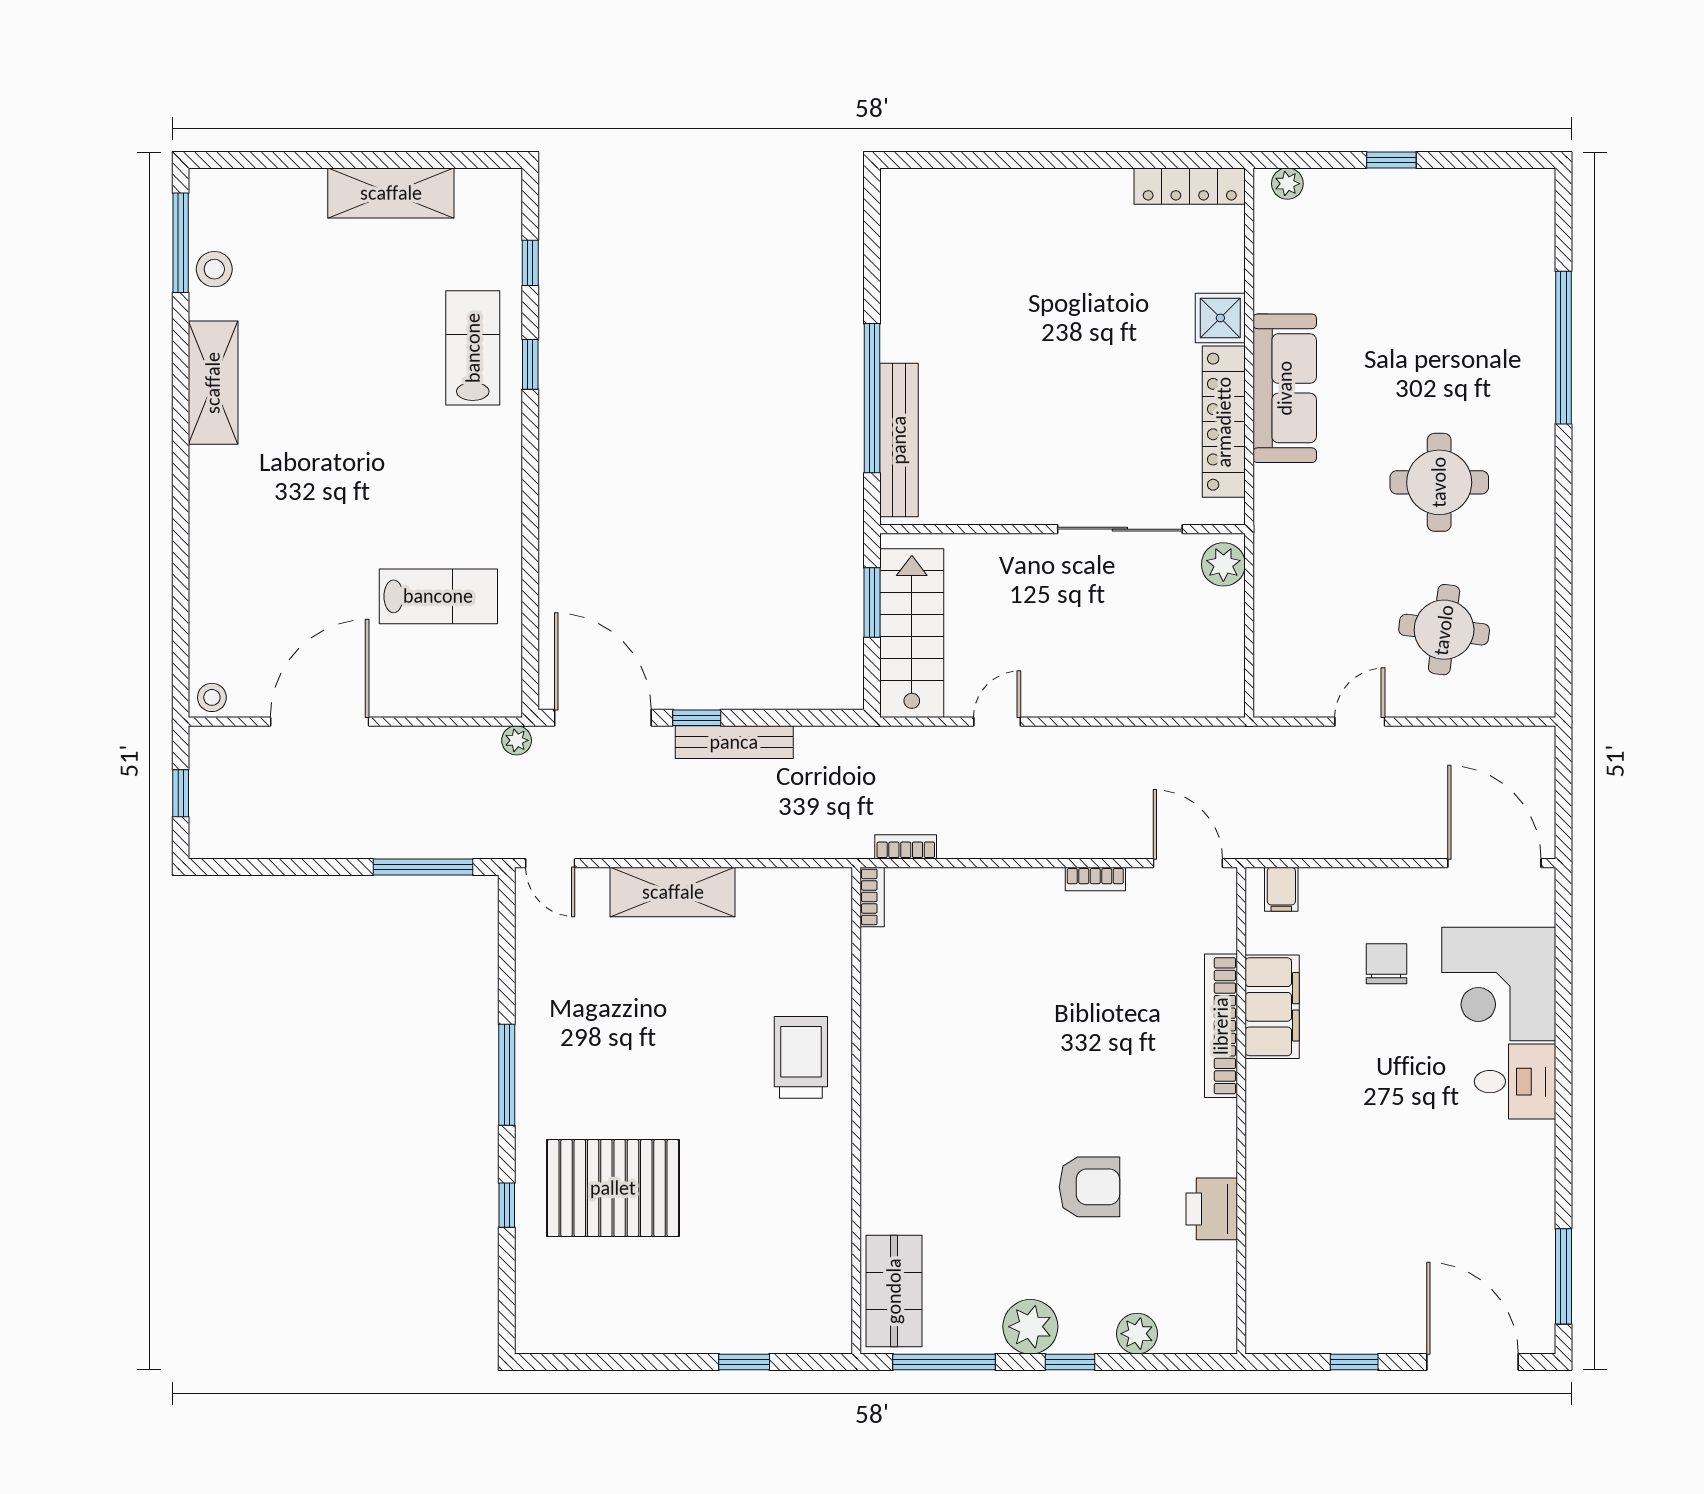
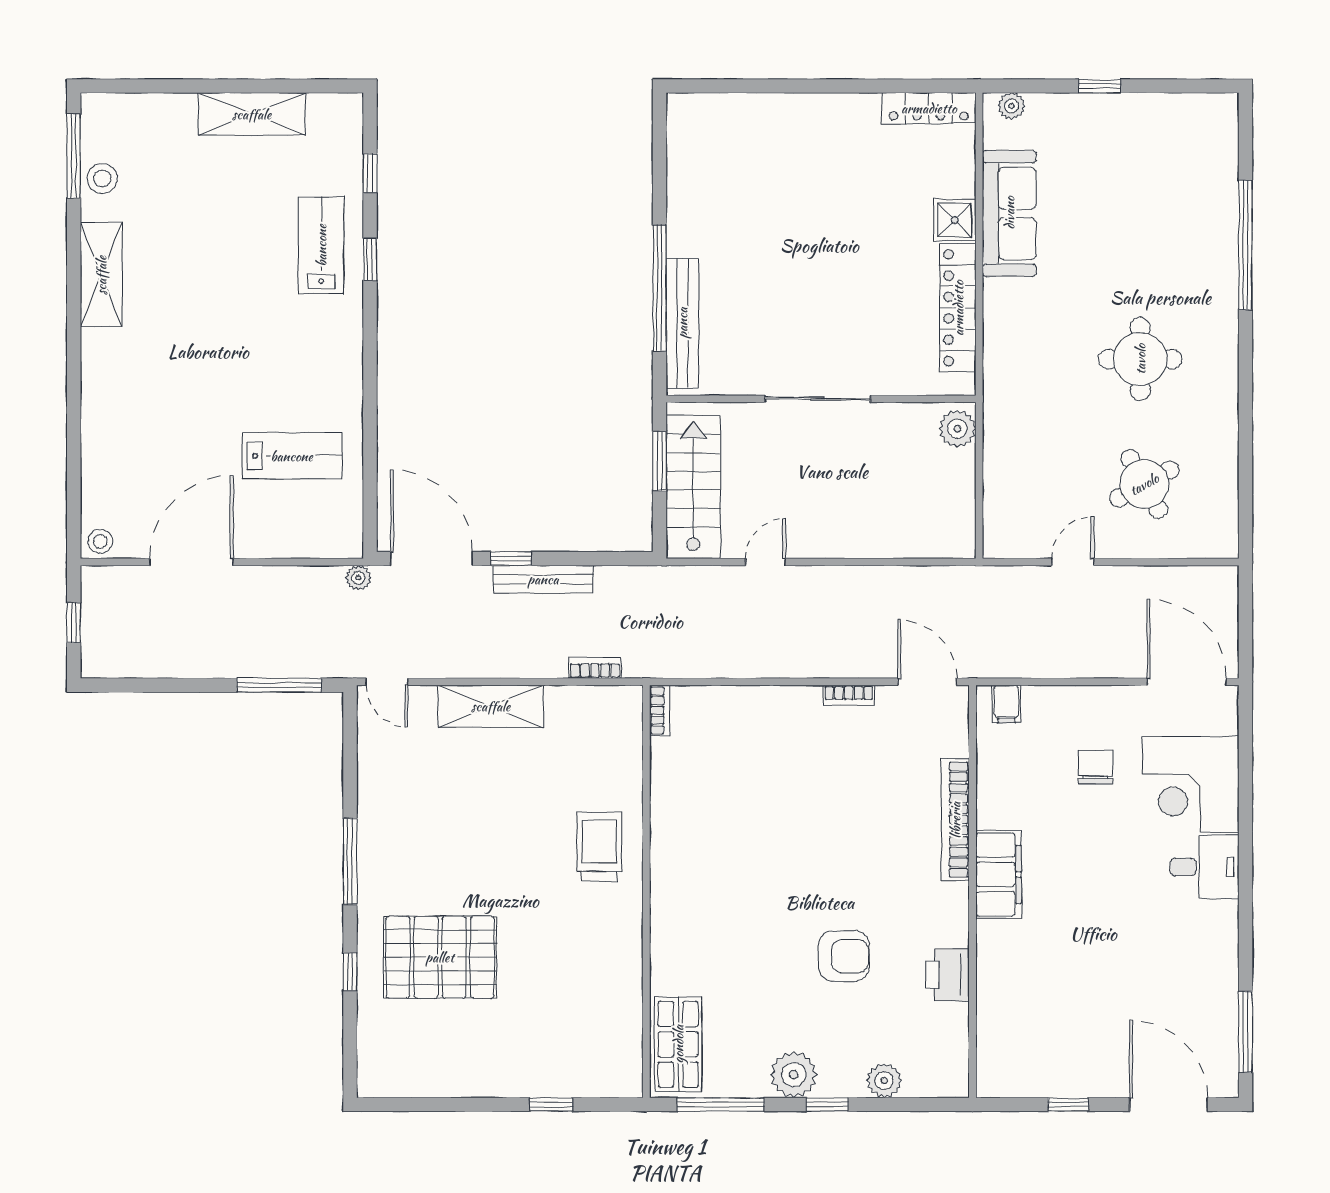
sofa: (1285, 388) -> (1009, 213), moved
sliding door: (1120, 529) -> (817, 399), moved
round table: (1444, 630) -> (1144, 484), turned -36
bookcase: (906, 847) -> (595, 668), moved
filing cabinet: (1272, 1007) -> (999, 874), moved

